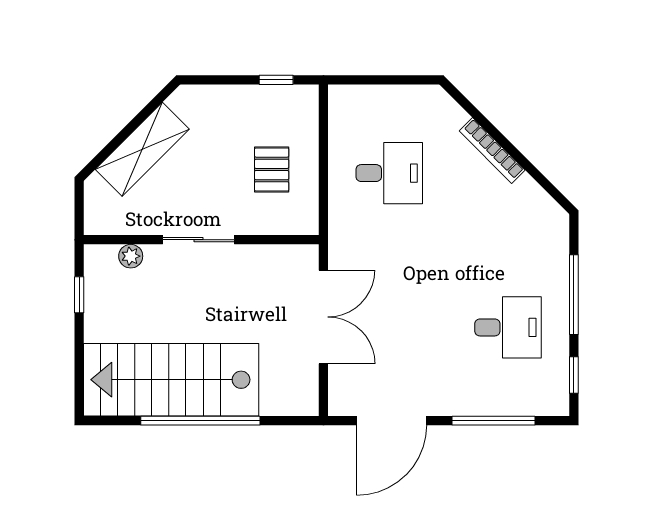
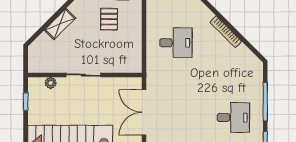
shelving: (142, 149) -> (60, 24), width x0.67, depth x0.75
pallet: (272, 169) -> (109, 19), moved
double door: (323, 317) -> (144, 112), swing flipped

